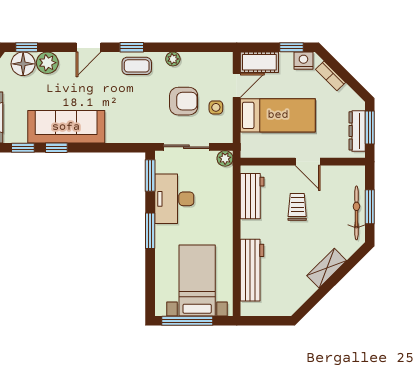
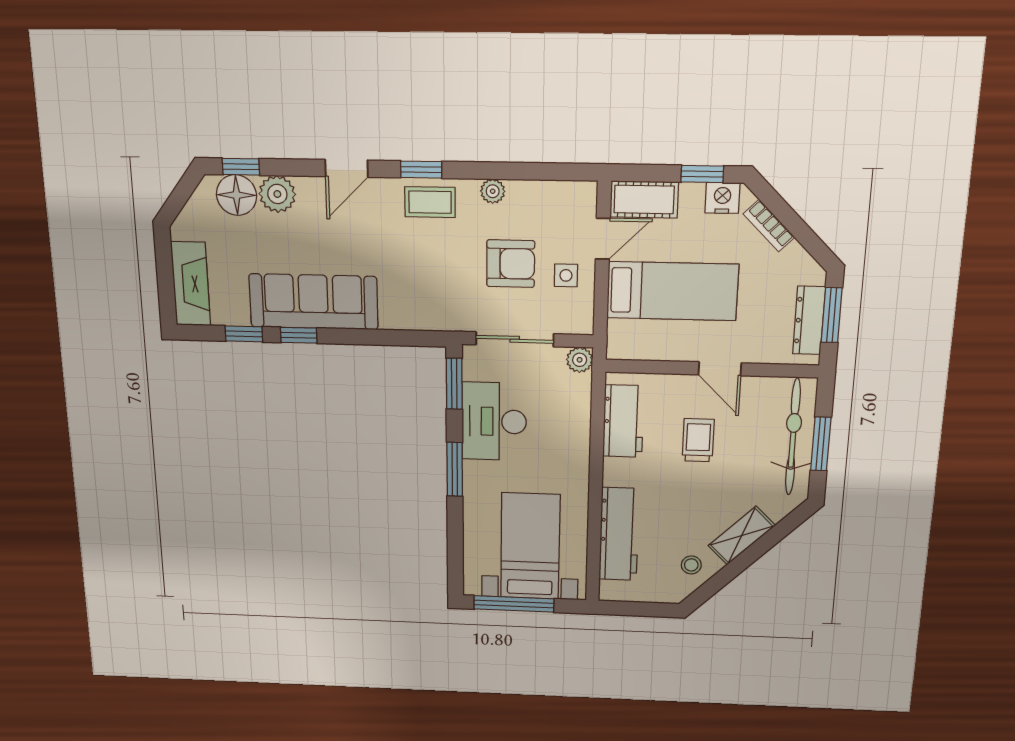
bicycle: (356, 213) -> (793, 437), width x1.37, depth x1.40
stool: (297, 289) -> (691, 565), added

